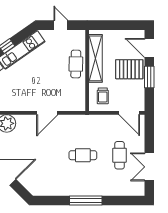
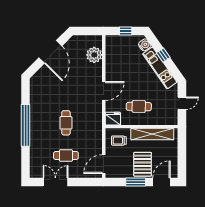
cafe table: (76, 64) -> (139, 106), moved
fridge: (78, 103) -> (113, 119), added
door: (47, 113) -> (104, 91), swing flipped
window: (86, 201) -> (26, 125), width x1.46

